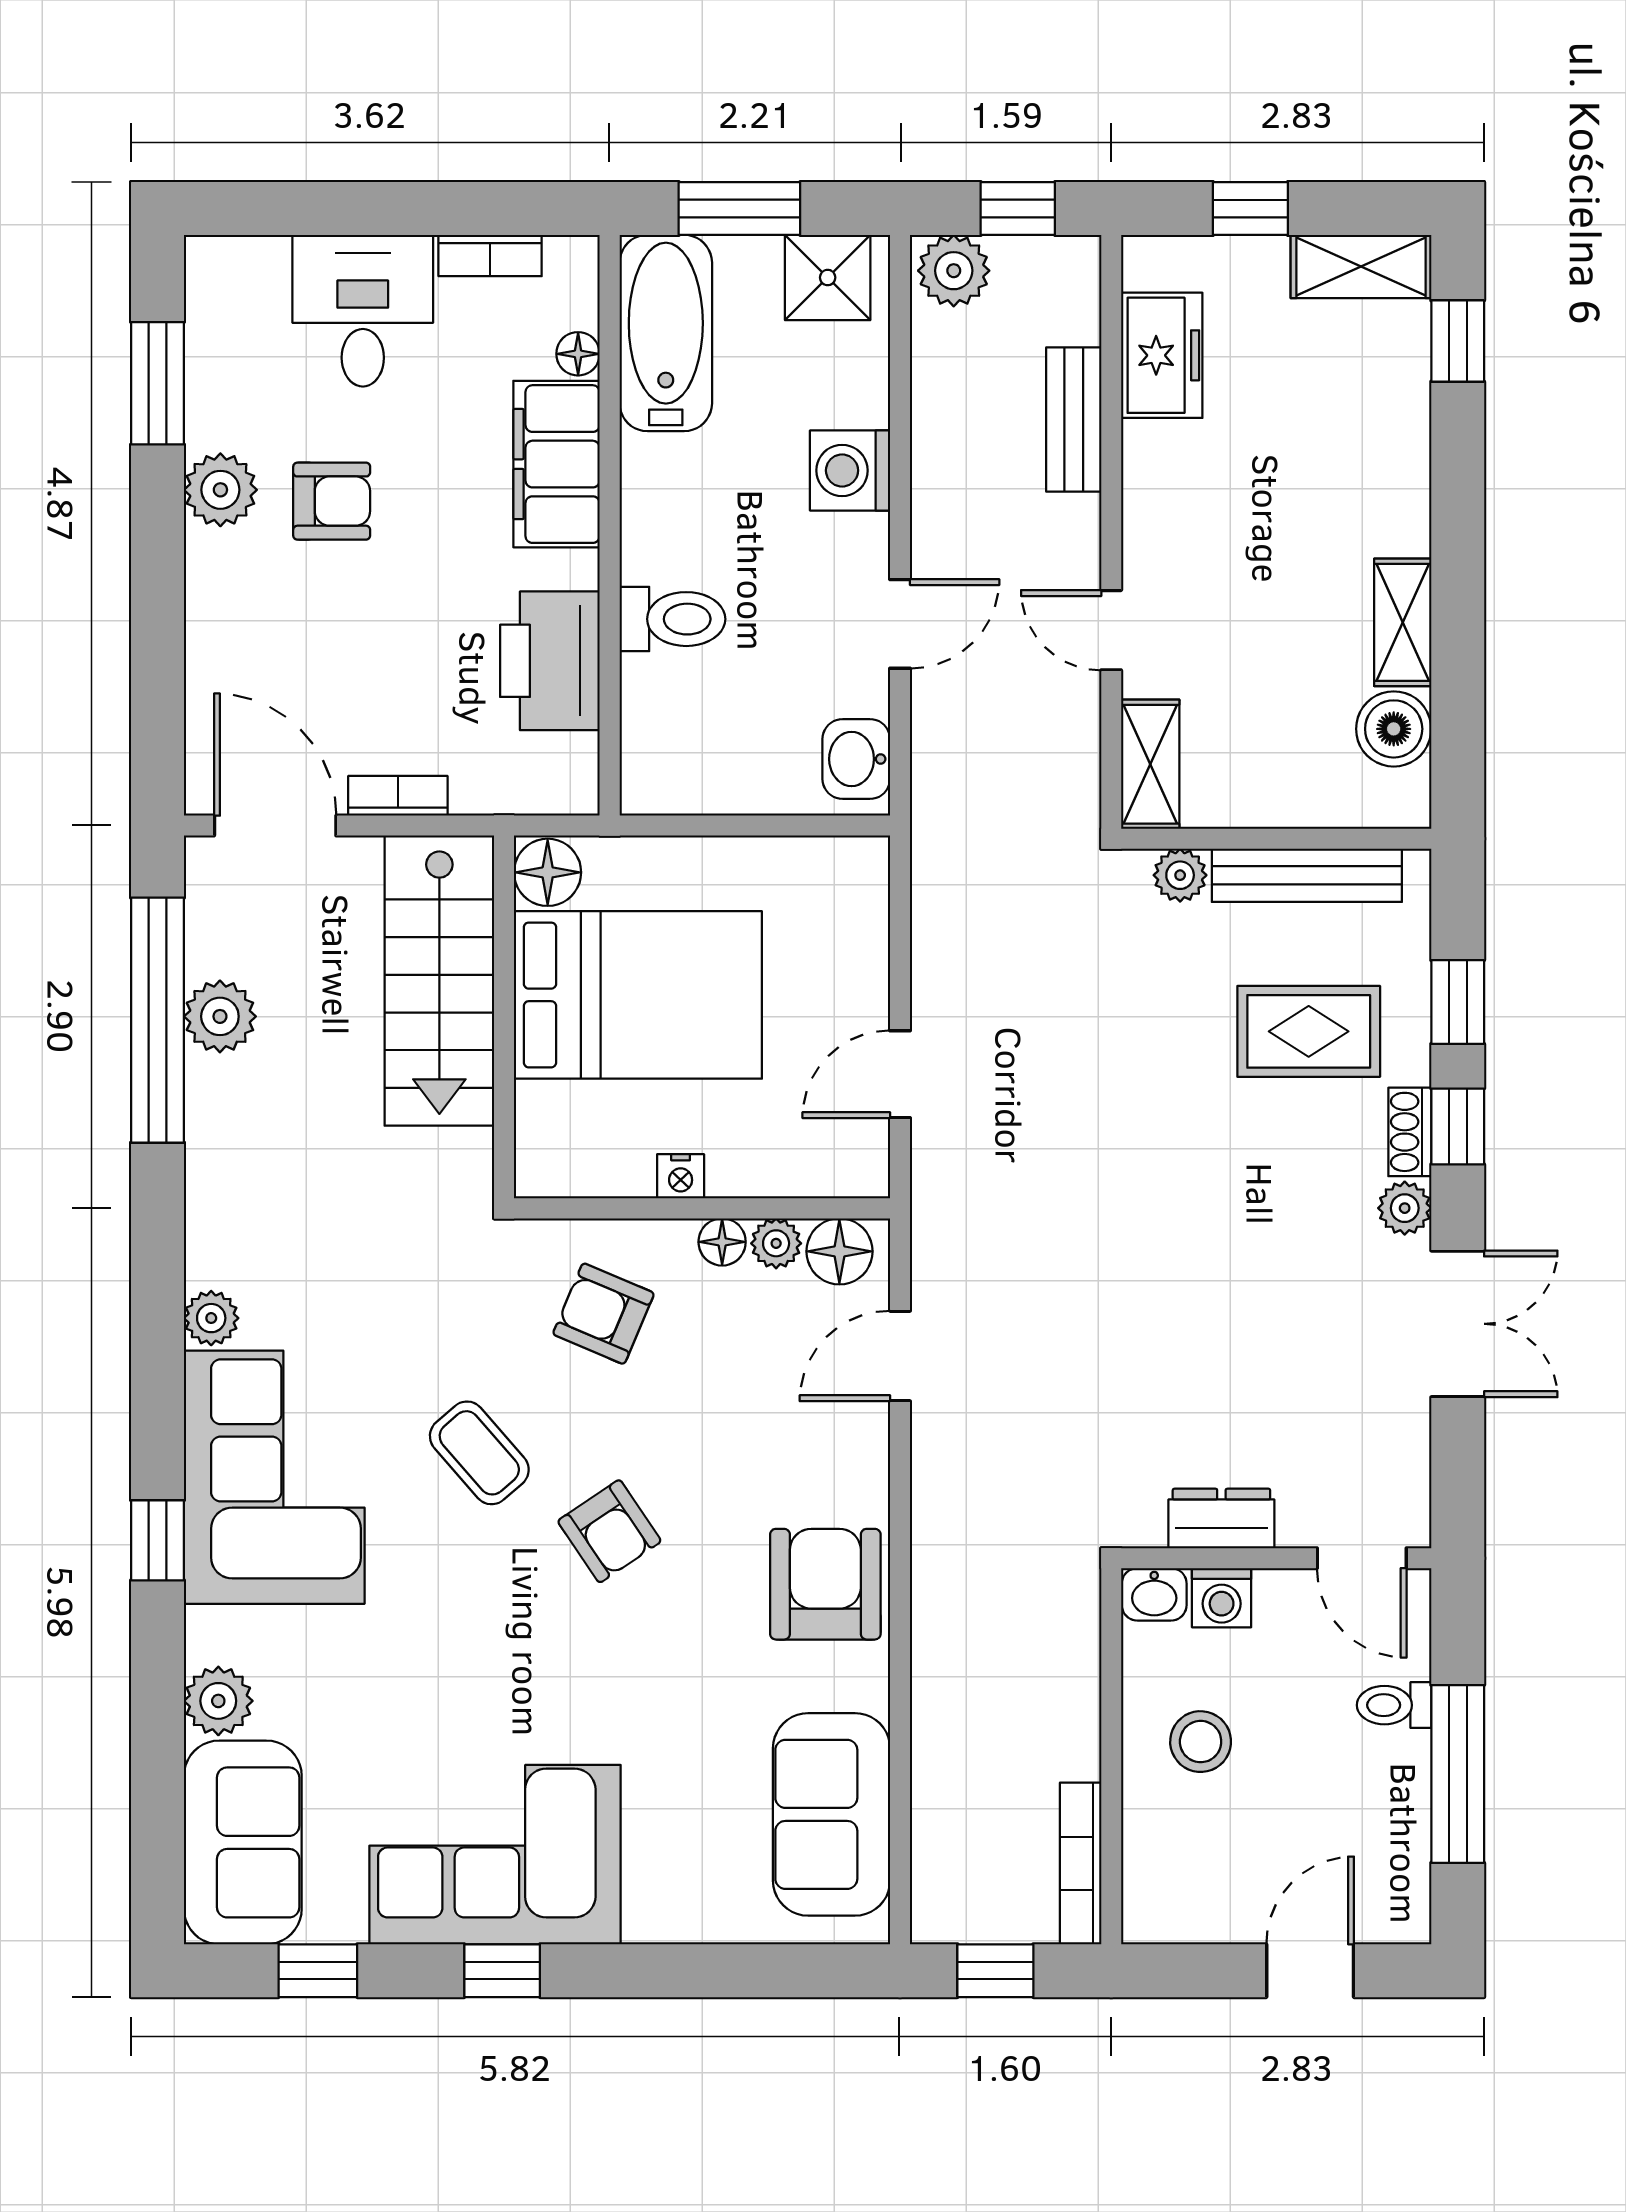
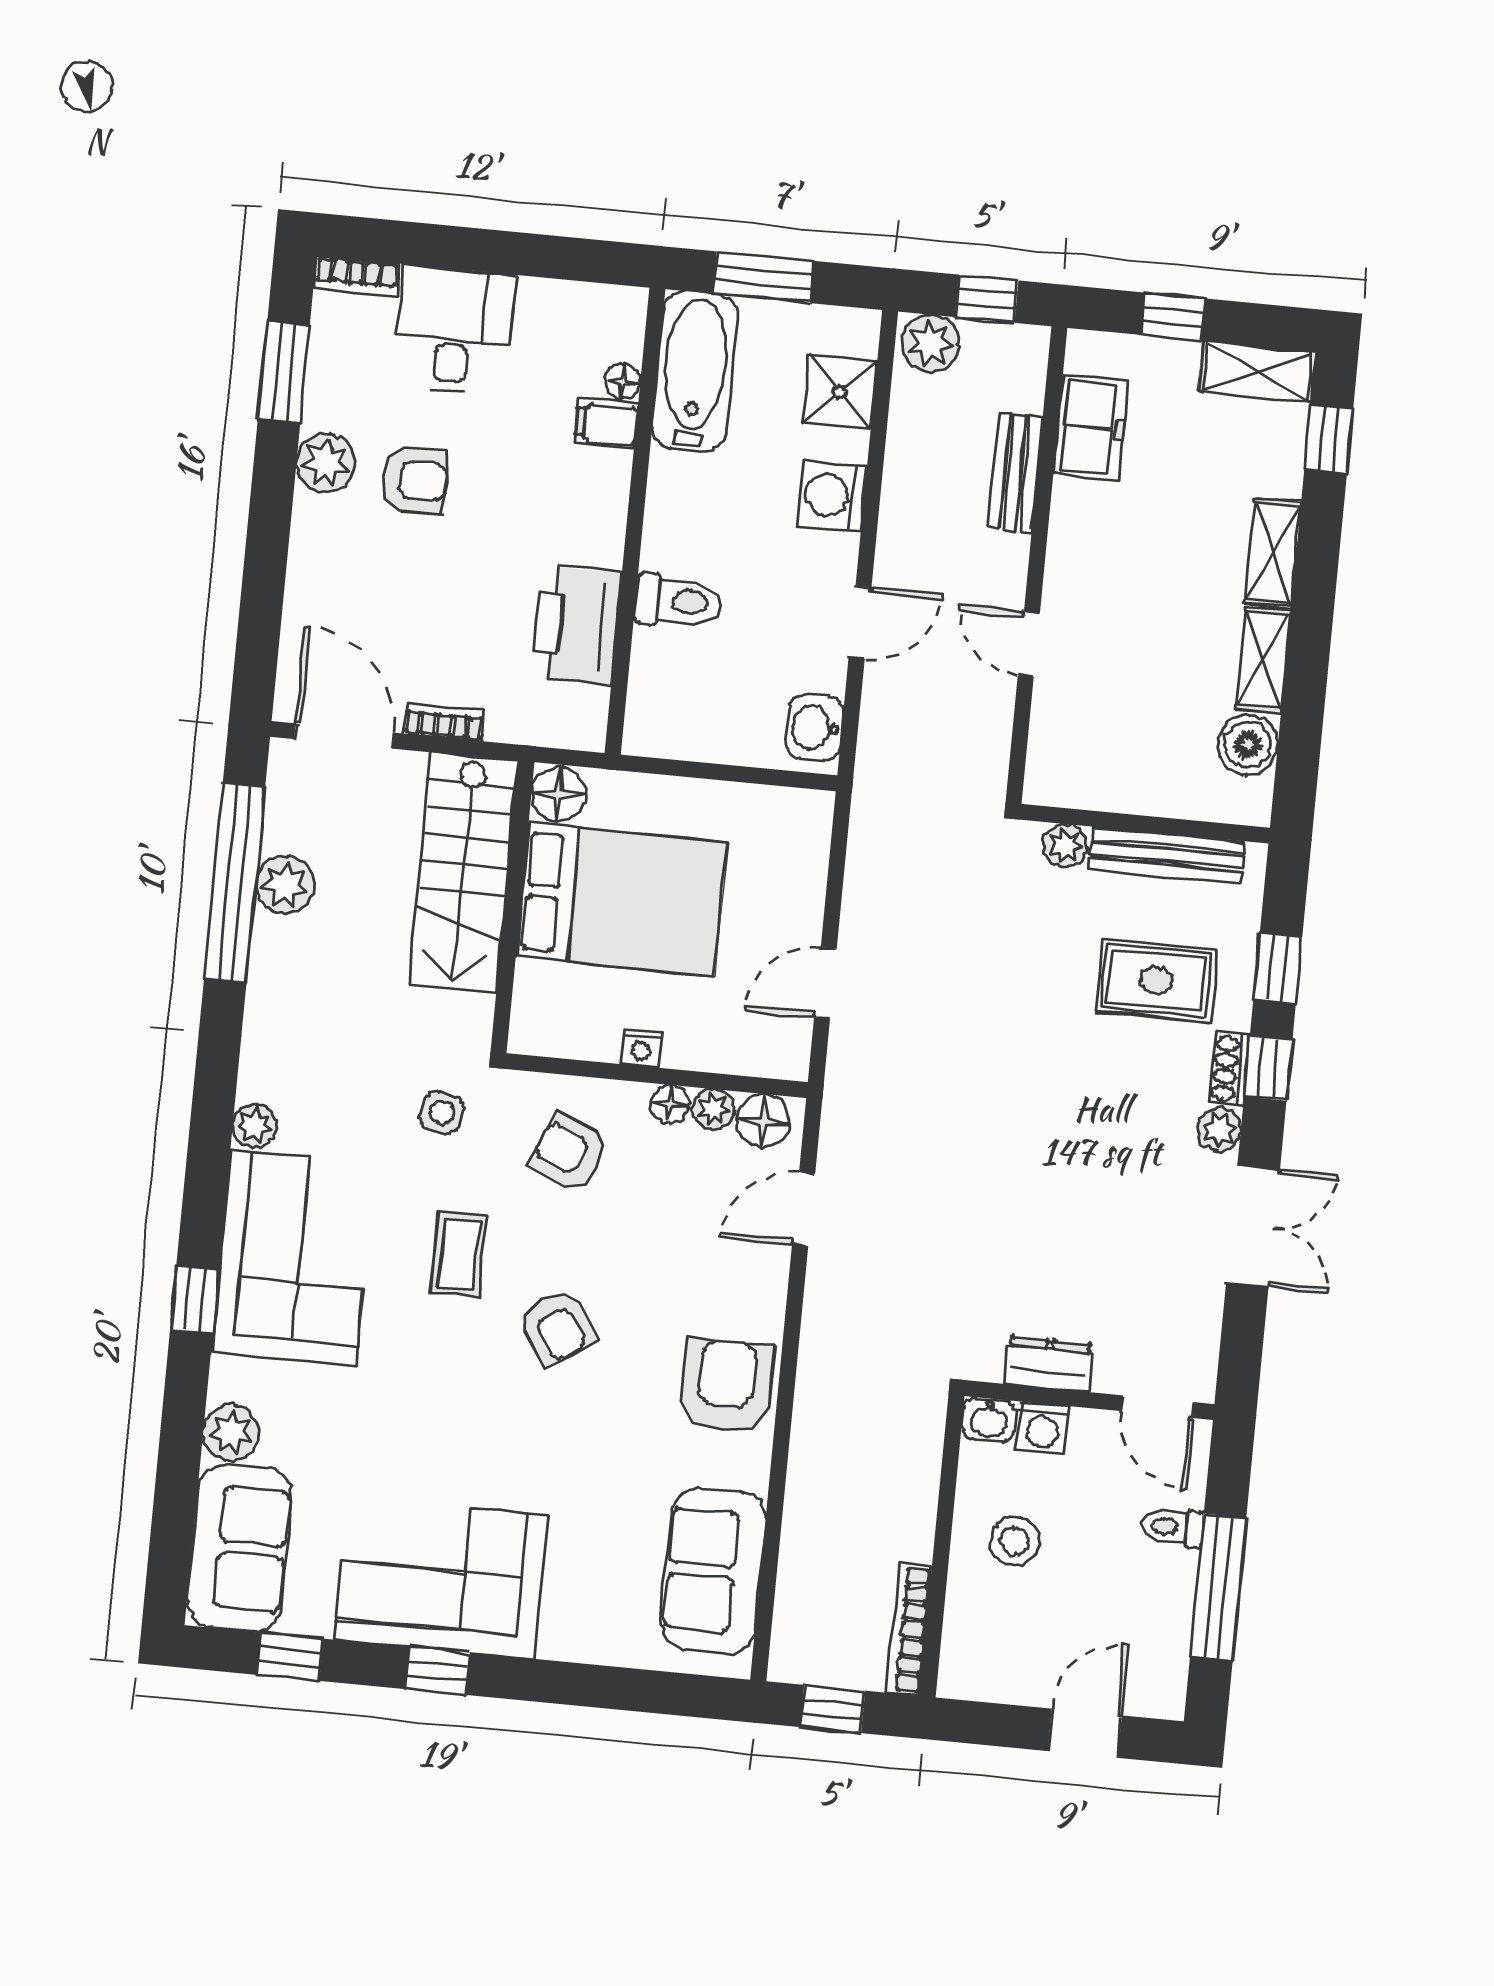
bookcase: (490, 256) -> (356, 276), moved
shower: (828, 278) -> (840, 392), moved
filing cabinet: (557, 464) -> (606, 424), width x0.33, depth x0.86
shelving: (1150, 764) -> (1273, 553), moved
side table: (441, 1280) -> (442, 1113), added
coffee table: (479, 1453) -> (459, 1254), turned 41

